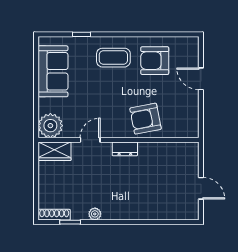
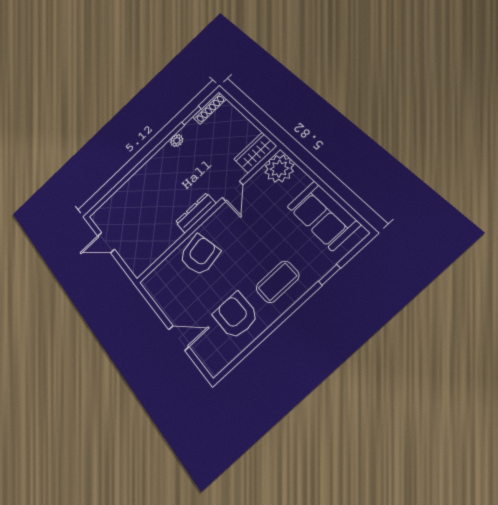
armchair: (155, 61) -> (236, 316), turned -90
dresser: (125, 149) -> (196, 213), width x1.44

